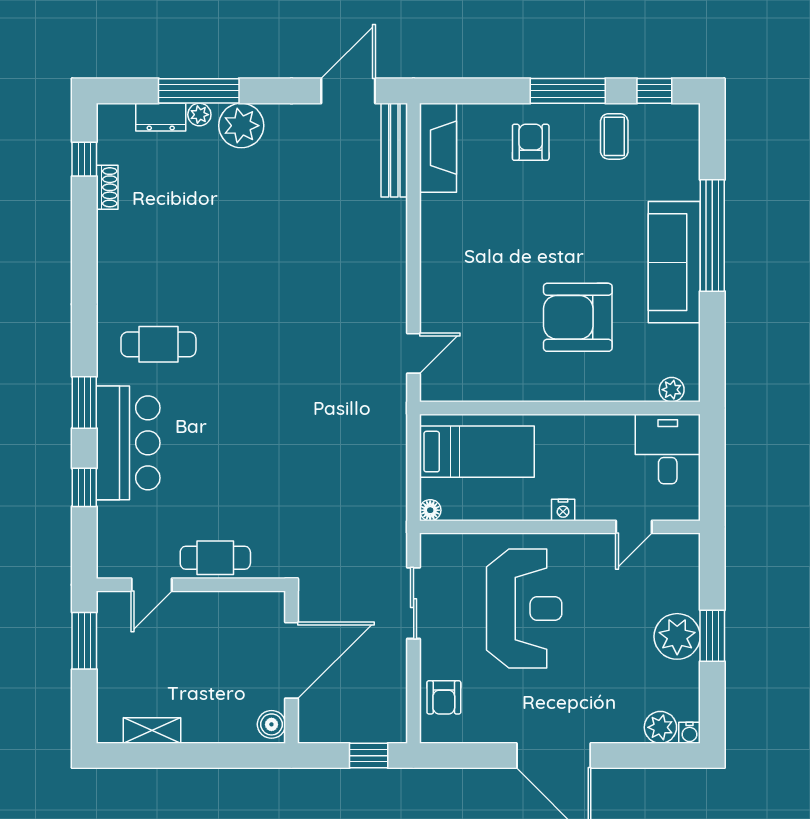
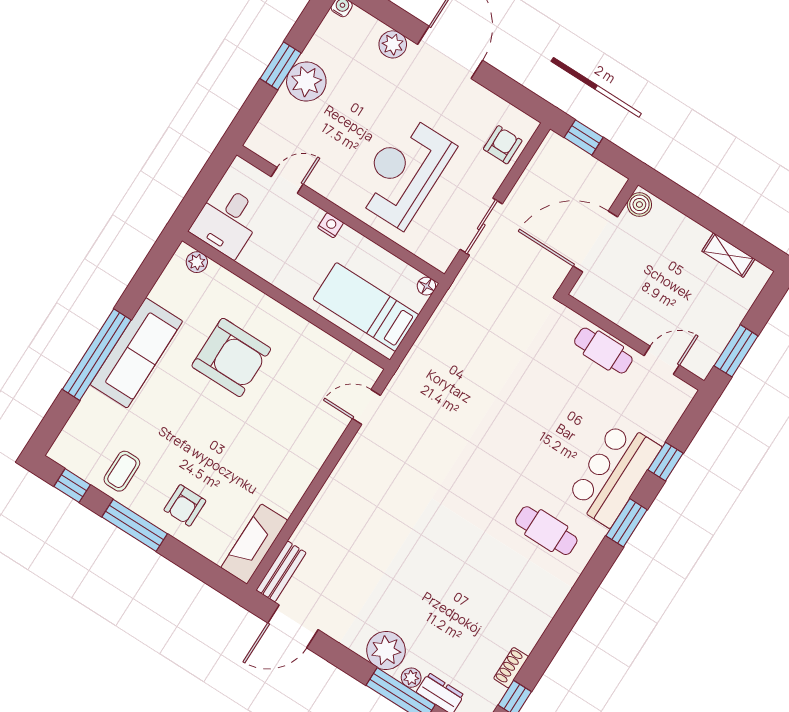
bench: (394, 150) -> (281, 571), width x0.73
plant: (660, 727) -> (393, 44), moved

